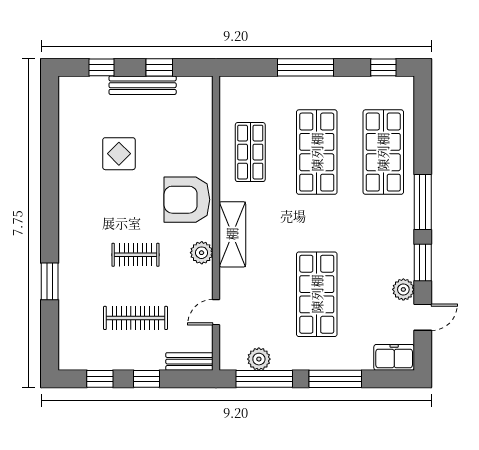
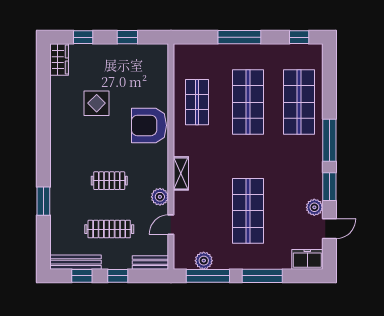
bench: (143, 85) -> (76, 262), moved
wardrobe: (70, 97) -> (59, 60), added
armchair: (187, 200) -> (149, 125), moved
shelving: (232, 234) -> (181, 173), width x0.67, depth x0.75
plant: (202, 253) -> (160, 197), moved

